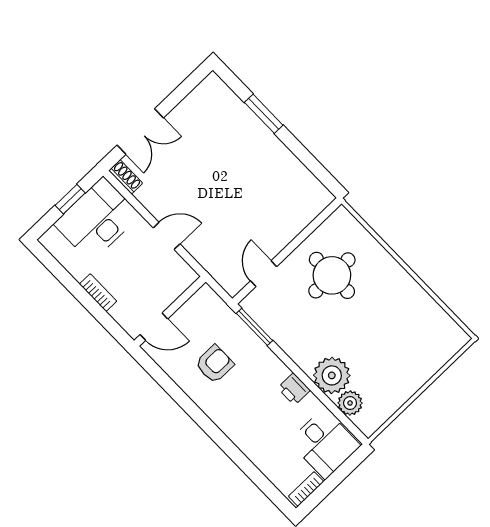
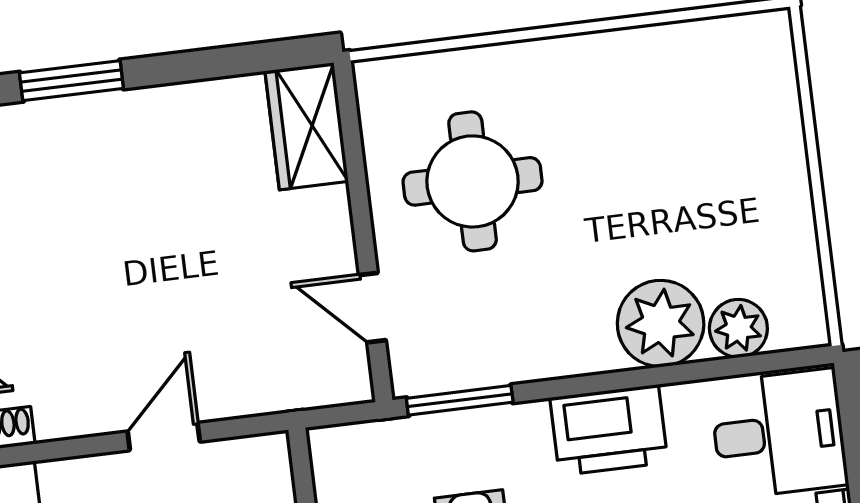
wardrobe: (308, 205) -> (307, 126), added
printer: (294, 389) -> (609, 430), width x1.87, depth x1.48

